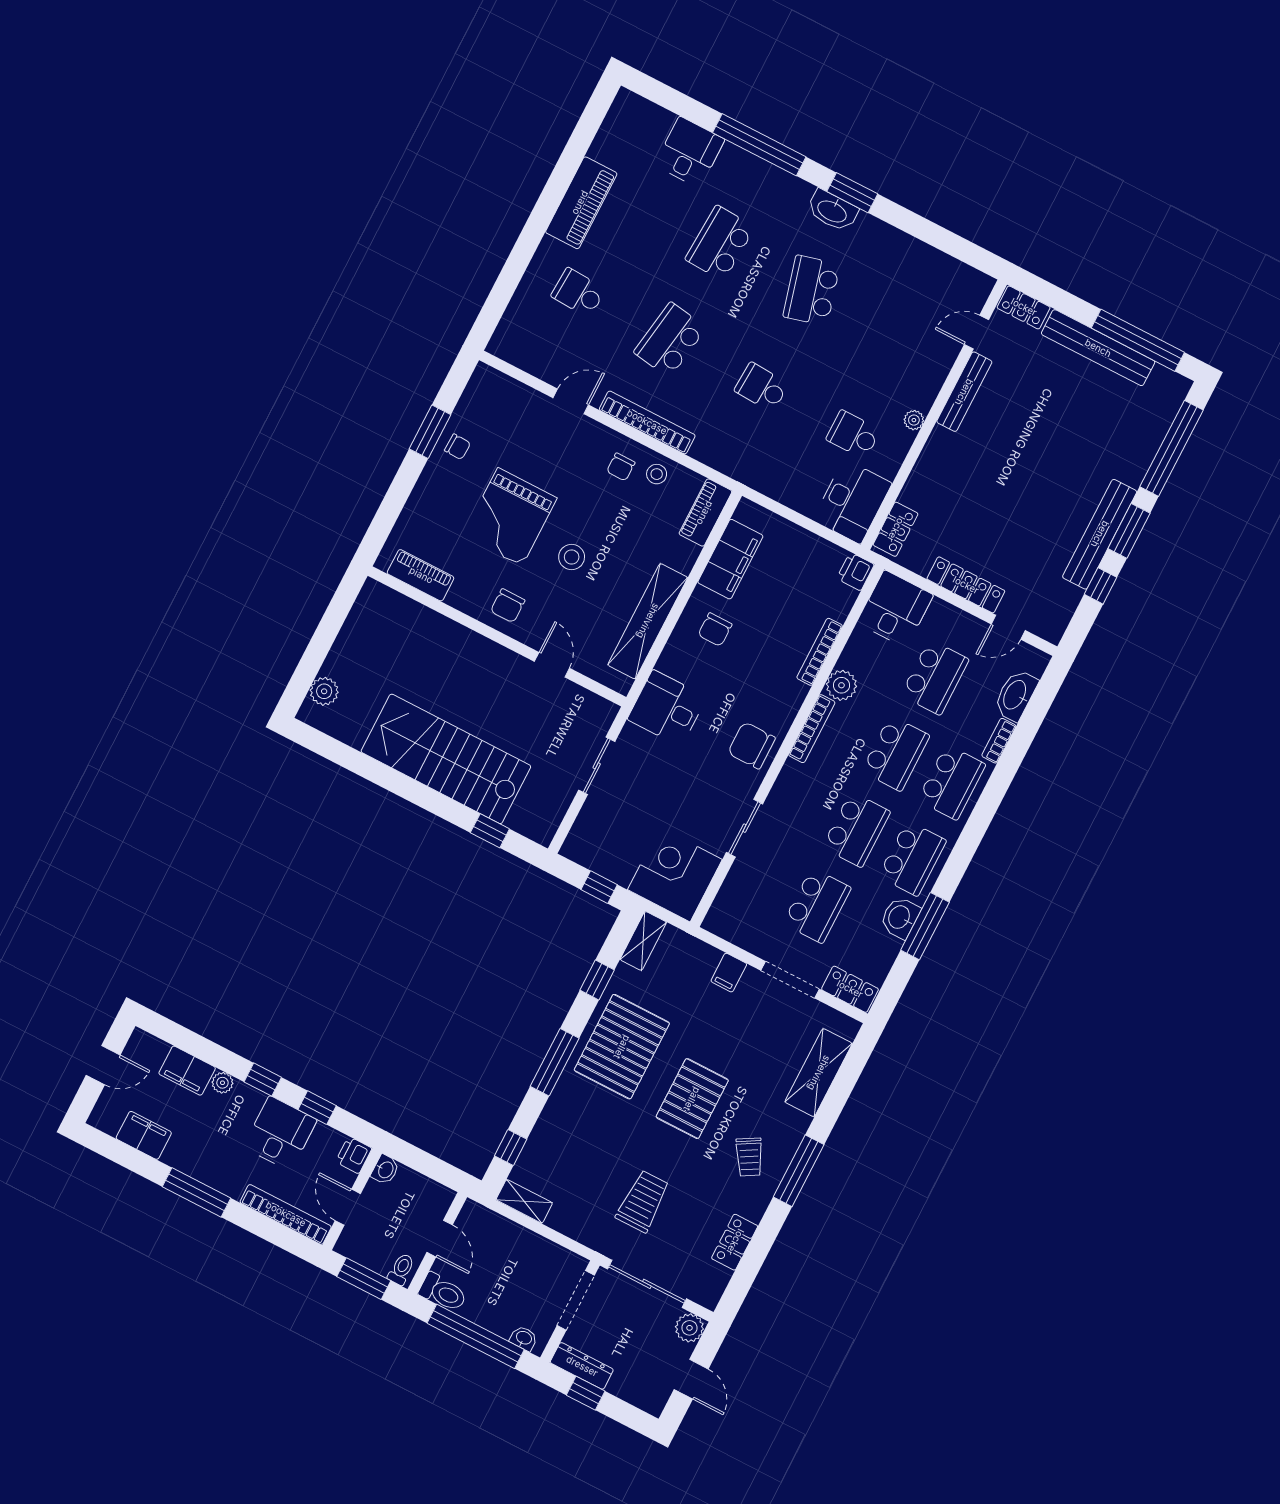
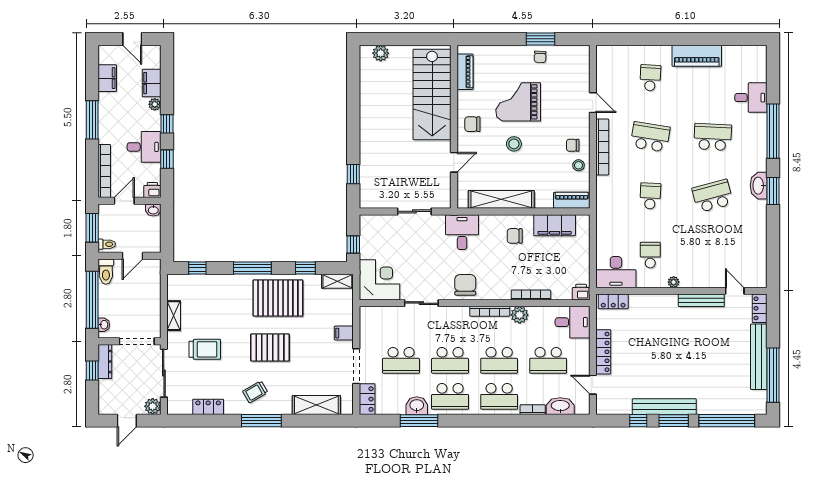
stairs: (446, 759) -> (432, 94), moved, turned 180
shelving: (524, 1201) -> (174, 316), moved

